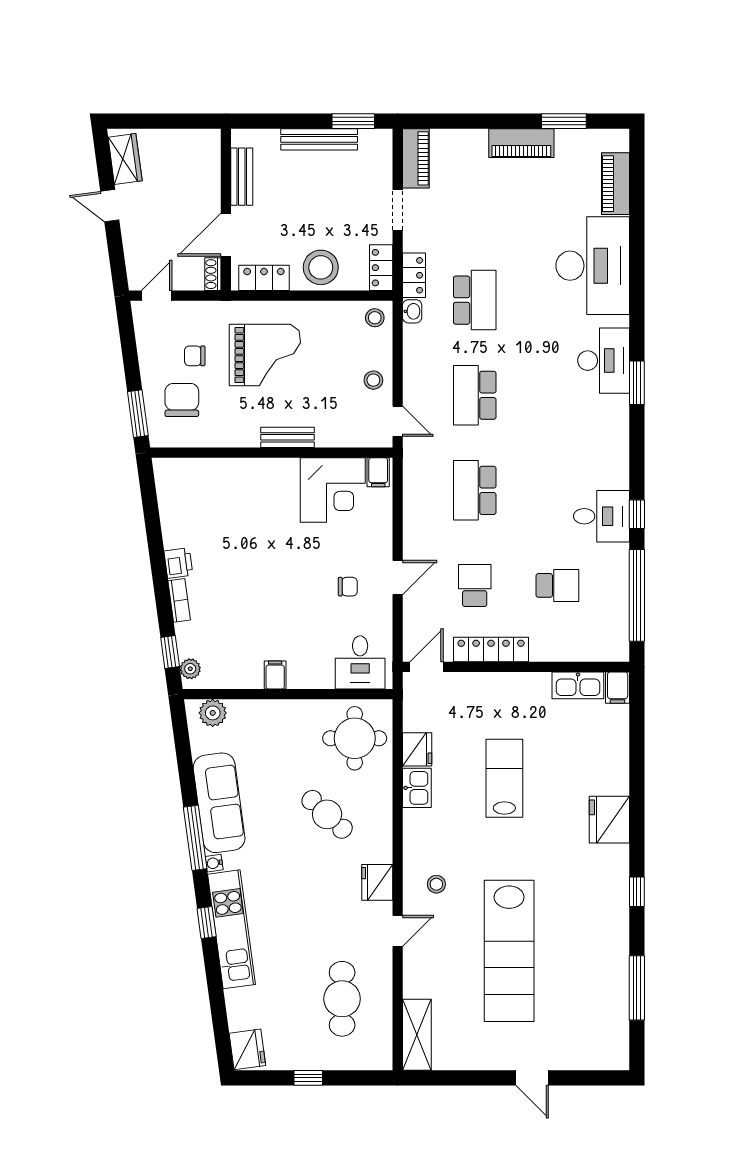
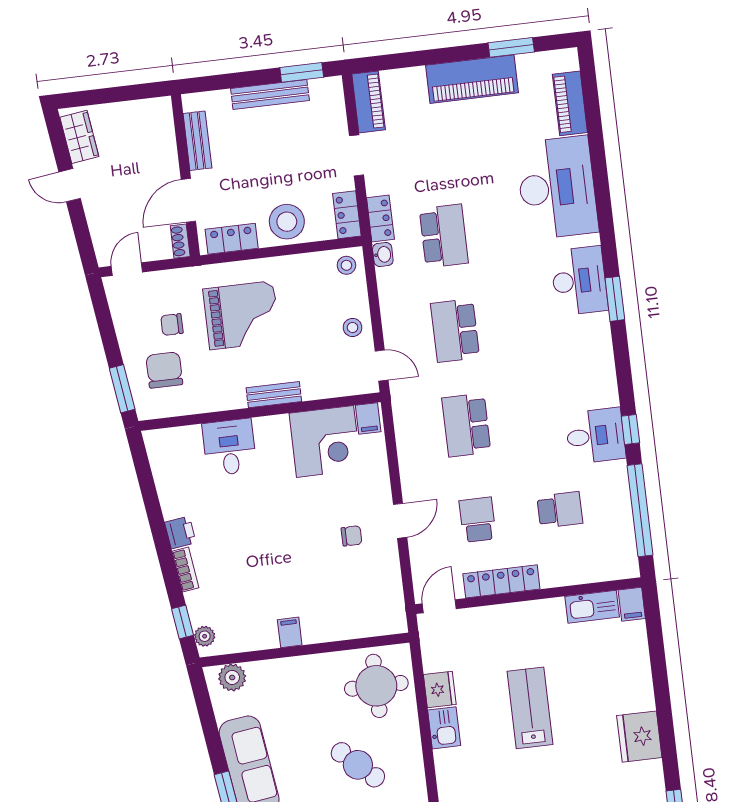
piano: (521, 143) -> (472, 79), width x1.37, depth x1.33
desk: (360, 662) -> (229, 447), moved, turned 180

